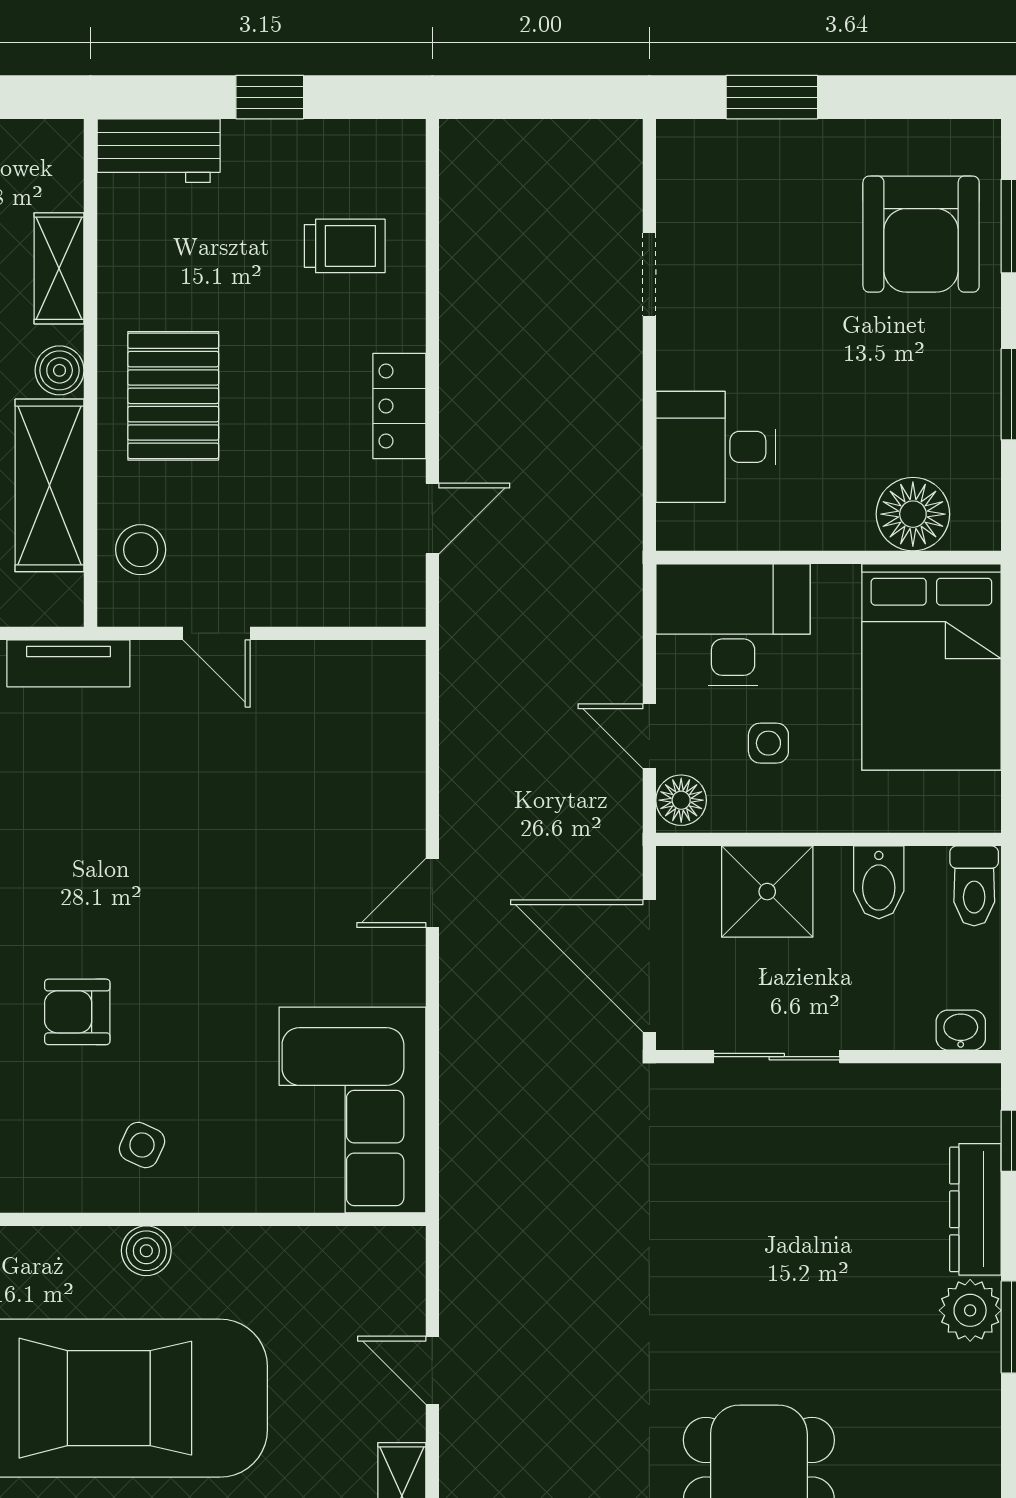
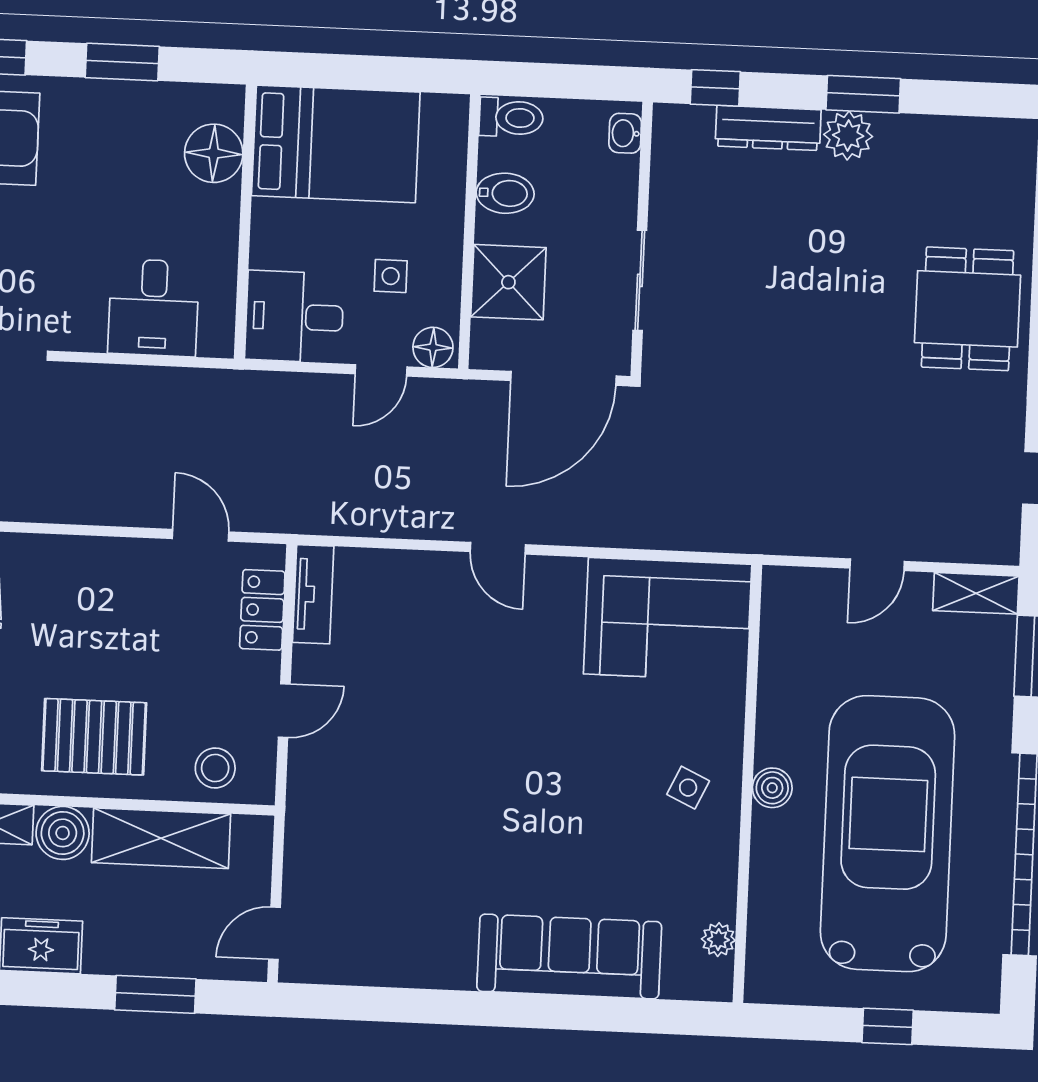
boiler: (60, 370) -> (63, 833), width x1.36, depth x1.36
locker: (399, 406) -> (262, 610), moved, turned 90
desk: (733, 624) -> (294, 317), width x0.73
tv unit: (68, 663) -> (313, 594), moved
armchair: (77, 1012) -> (580, 834), removed

